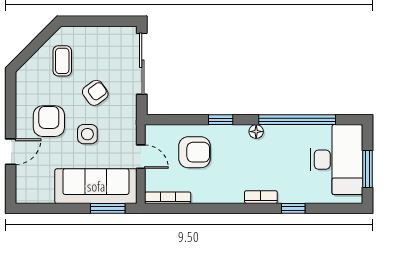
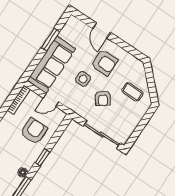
armchair: (194, 152) -> (34, 131), turned 180
window: (108, 208) -> (50, 40), moved

